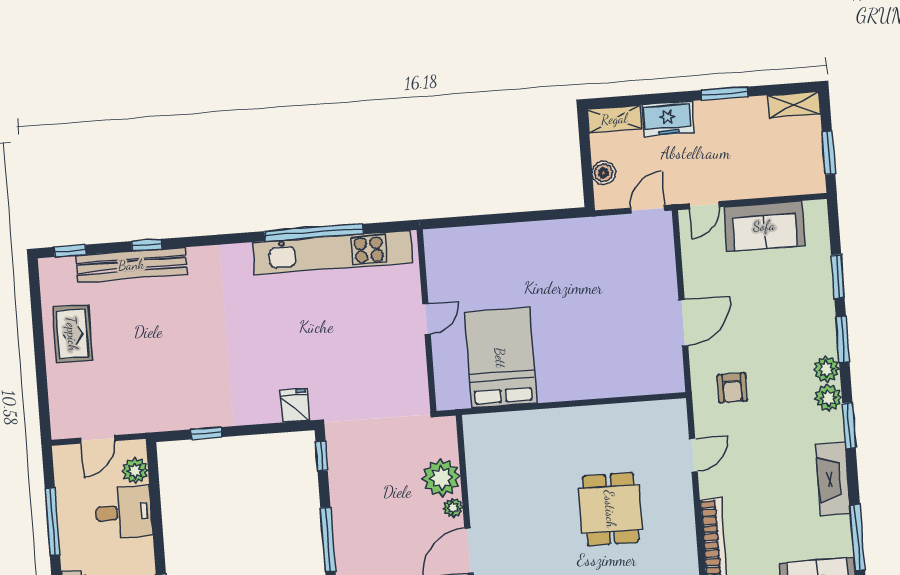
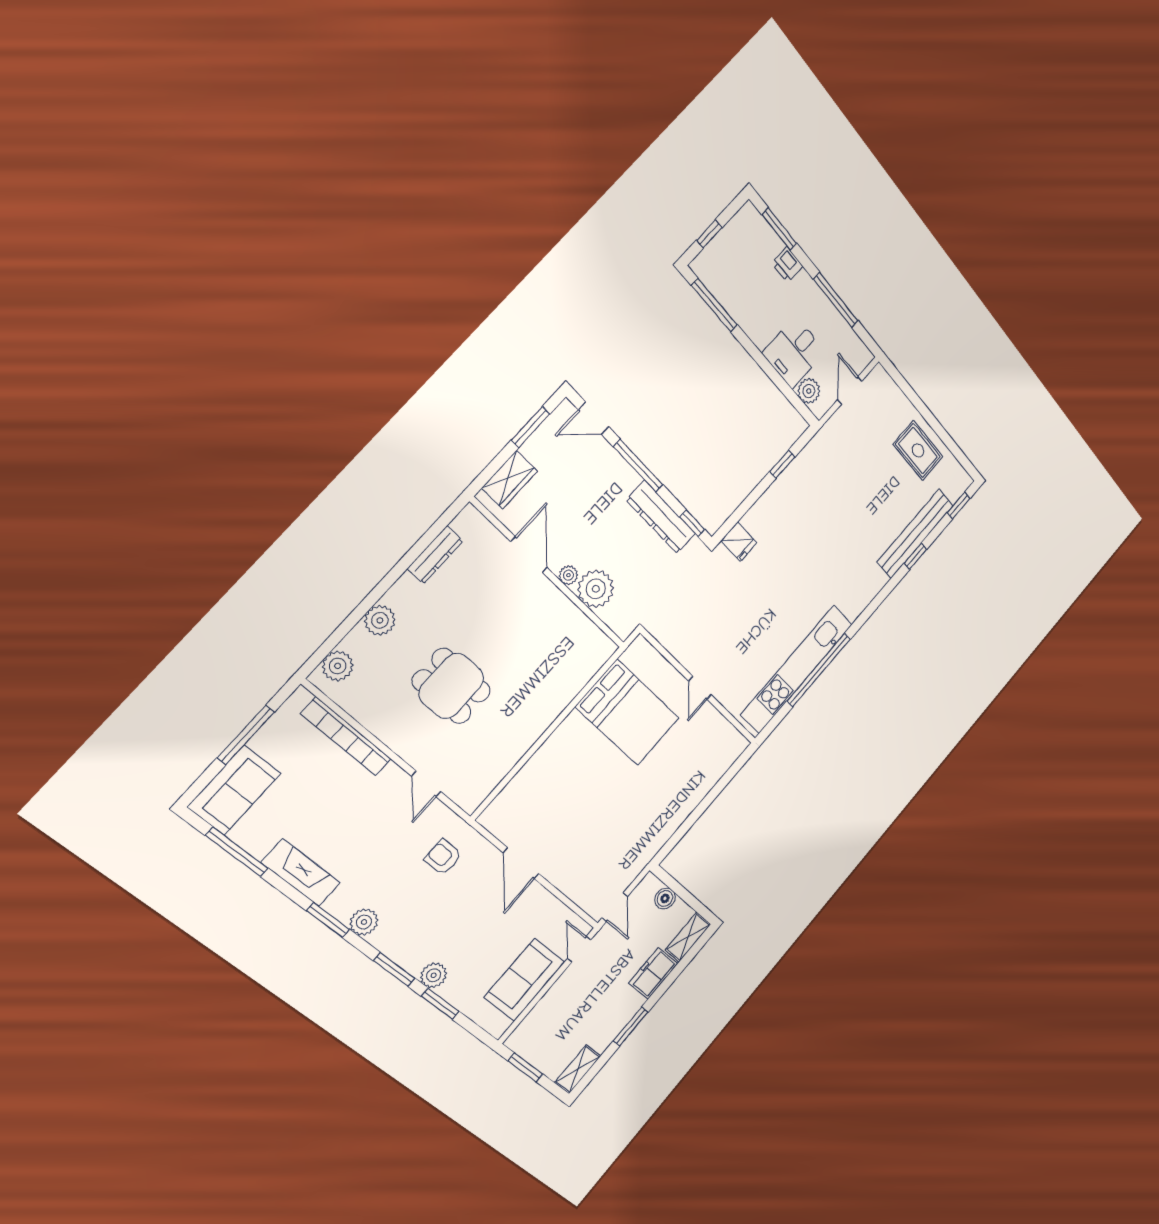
plant: (826, 369) -> (434, 975), moved
dresser: (343, 484) -> (661, 517), added

